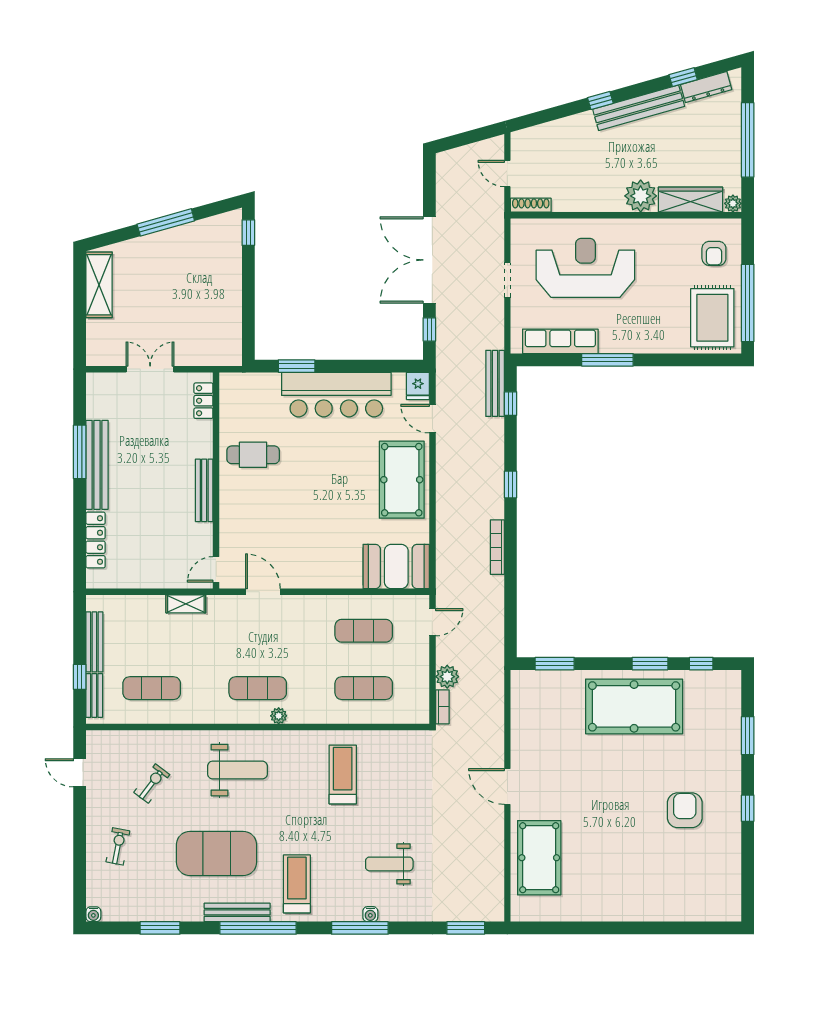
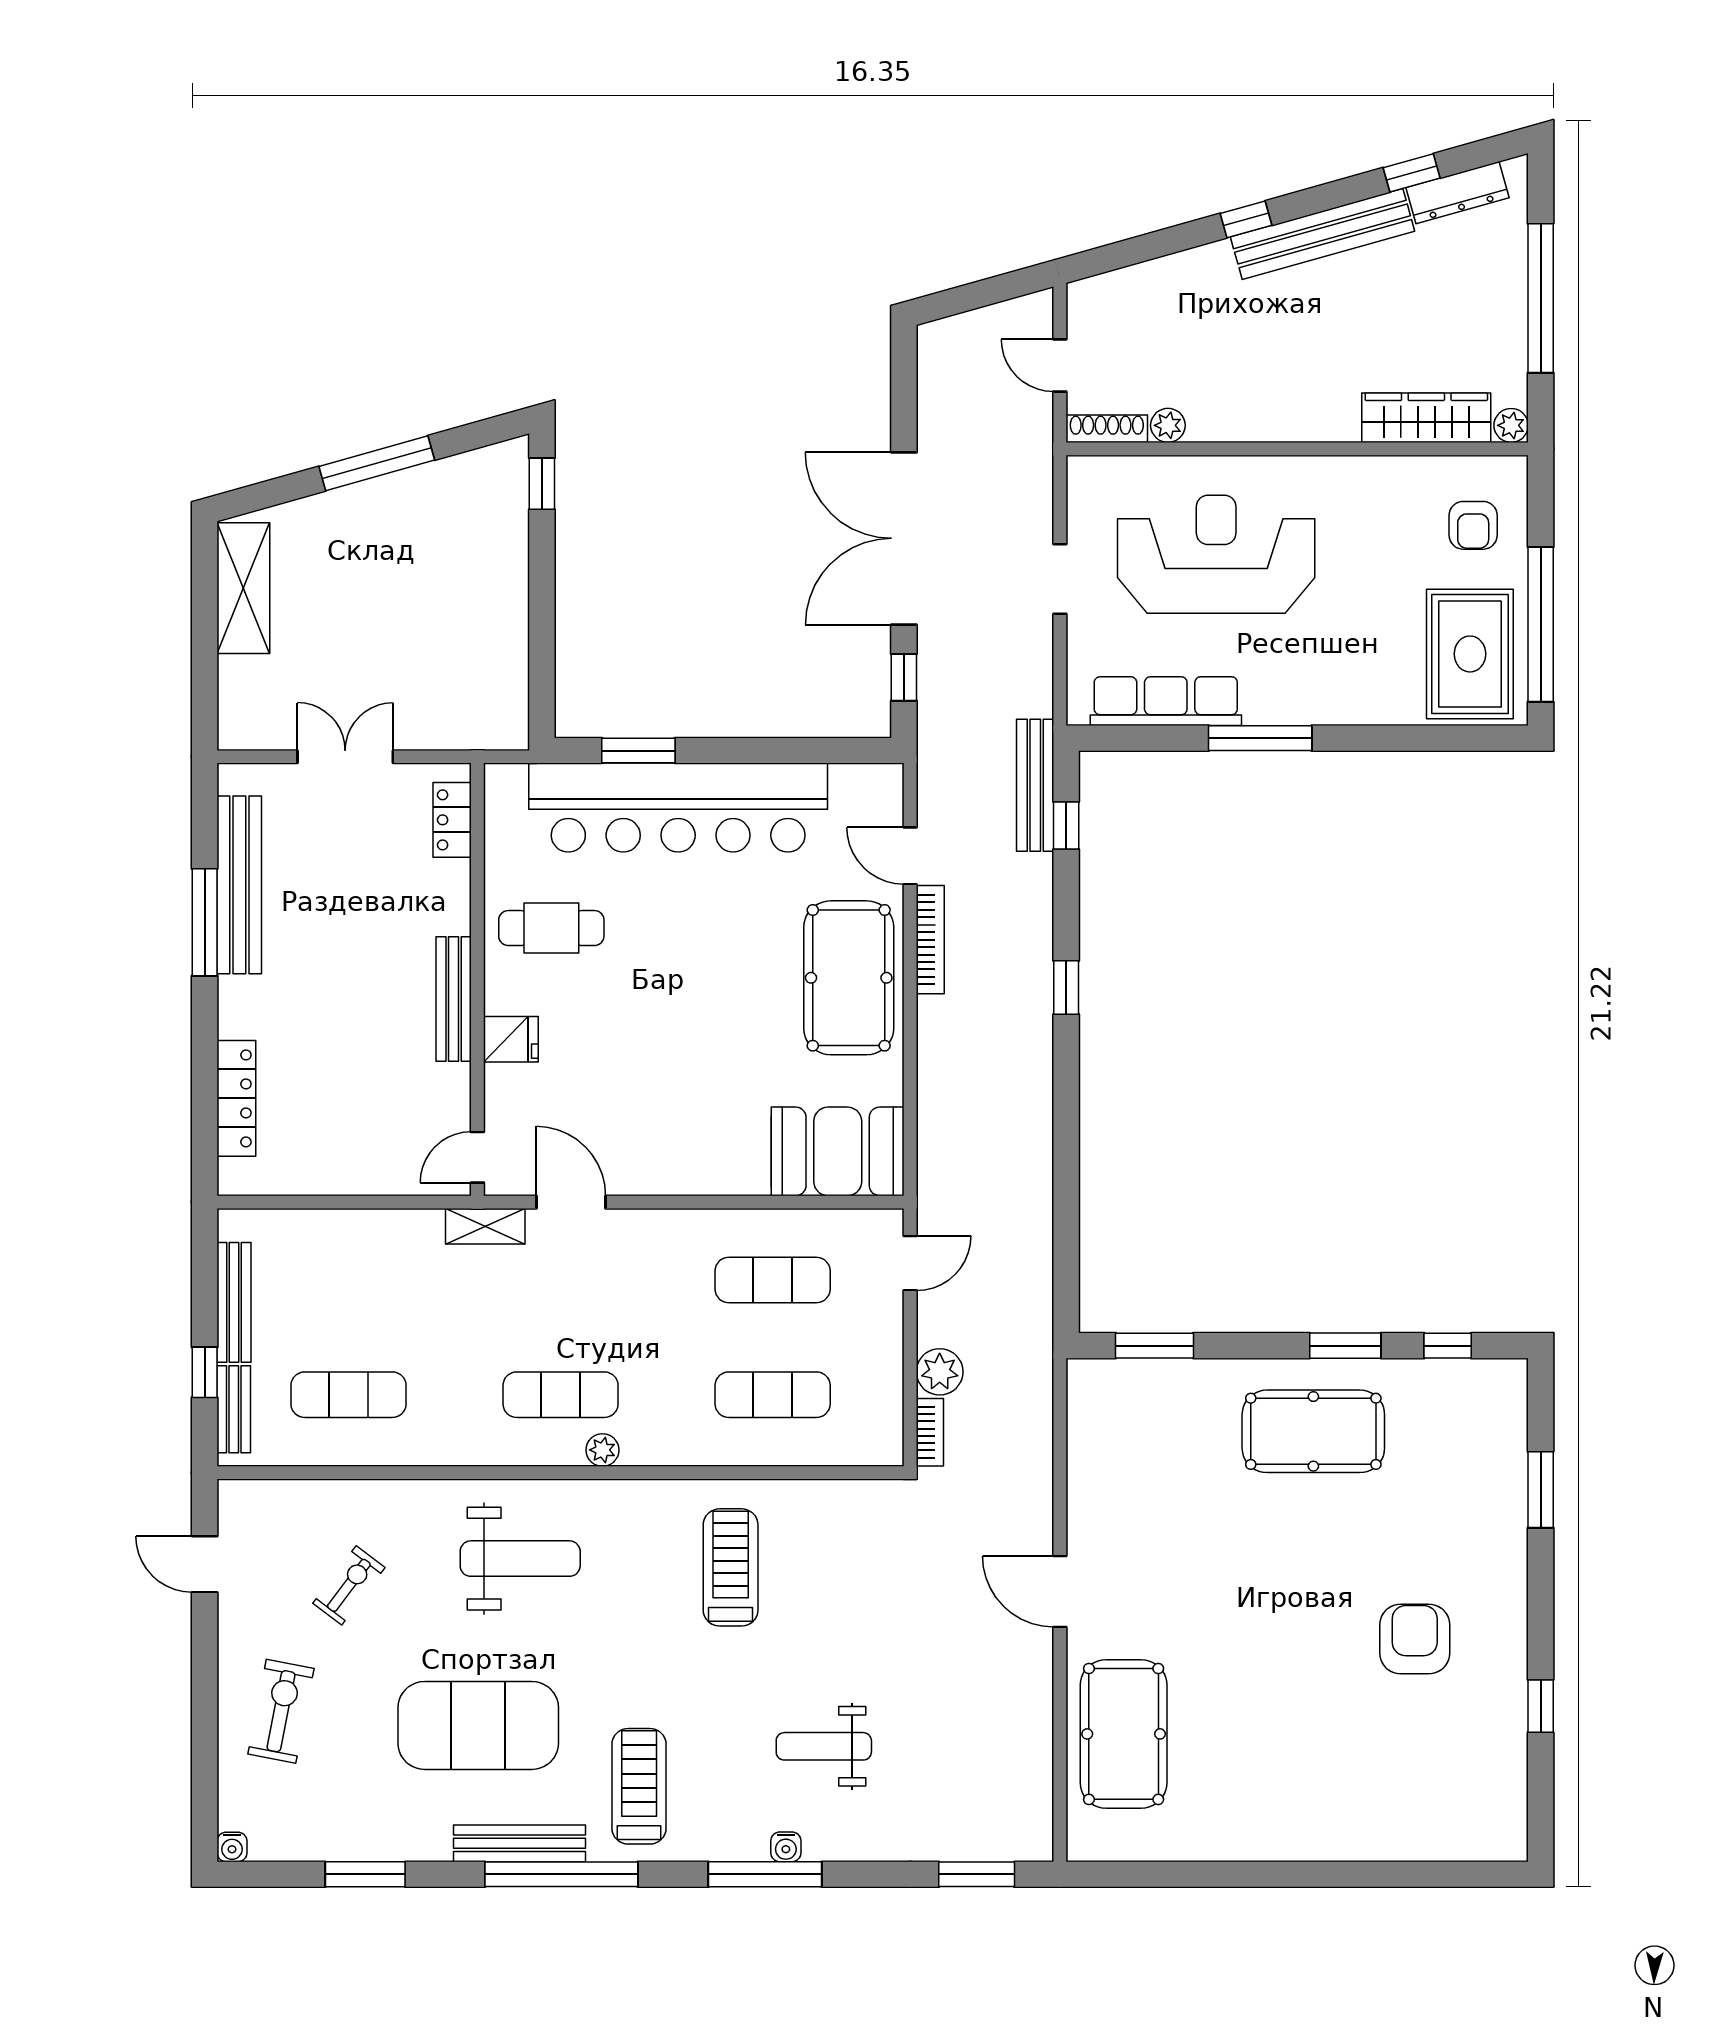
plant: (641, 196) -> (1168, 425), moved, width x0.53, depth x0.53
fridge: (418, 386) -> (511, 1039), moved, turned -90
bar counter: (336, 395) -> (678, 808), width x1.36
bench: (97, 465) -> (239, 885), moved
bookcase: (497, 547) -> (930, 940), moved, turned 180
shelving: (186, 604) -> (485, 1226), moved
pool table: (634, 706) -> (1313, 1431), width x0.73, depth x0.76
window: (748, 808) -> (1541, 1706), moved
exercise bike: (118, 846) -> (281, 1711), width x1.38, depth x1.39

